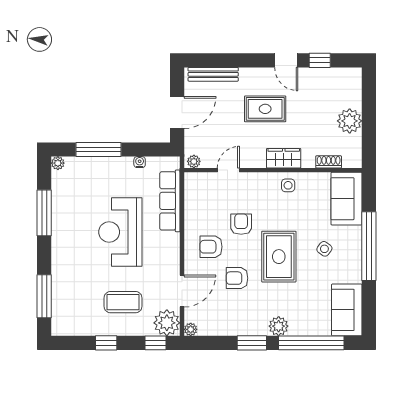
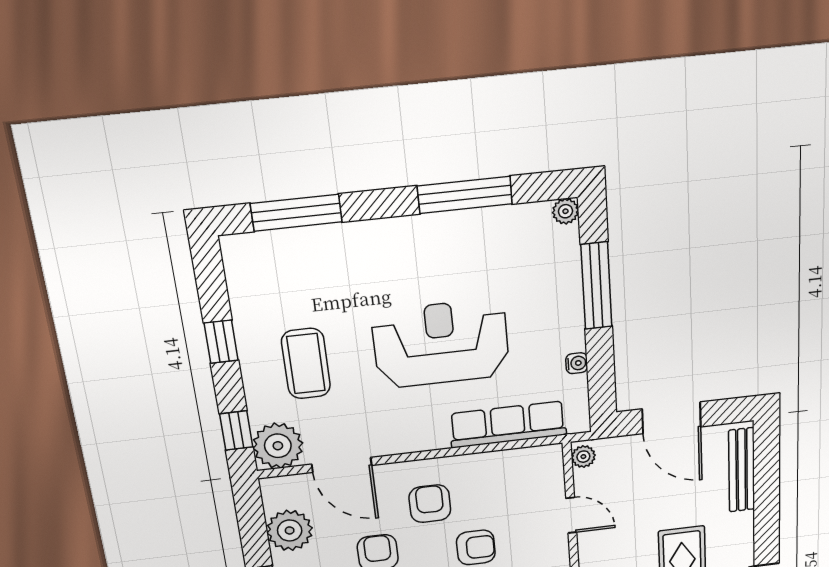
plant: (191, 329) -> (290, 530), moved, width x1.88, depth x1.88

